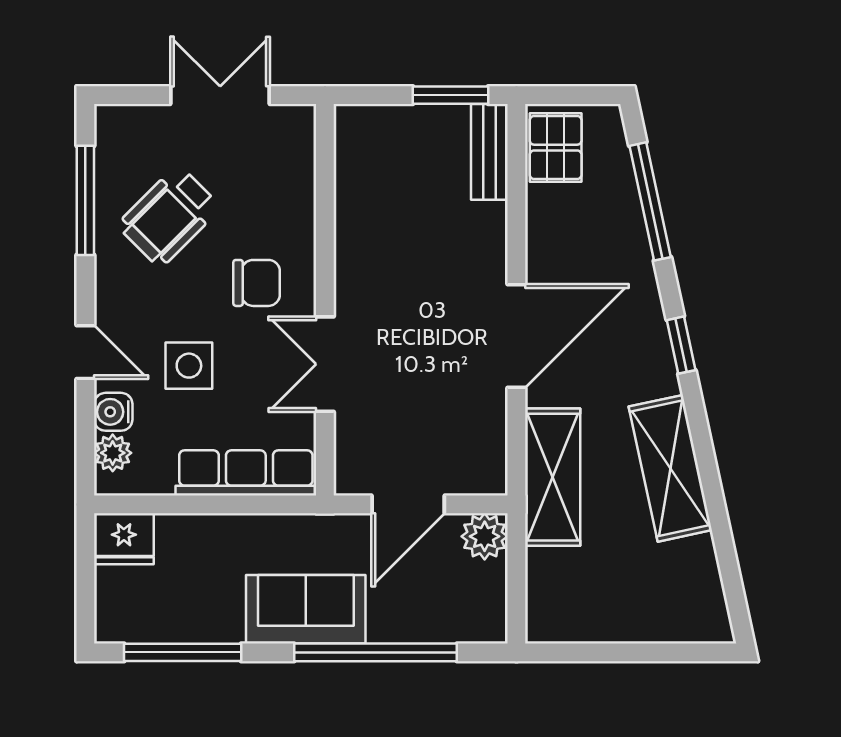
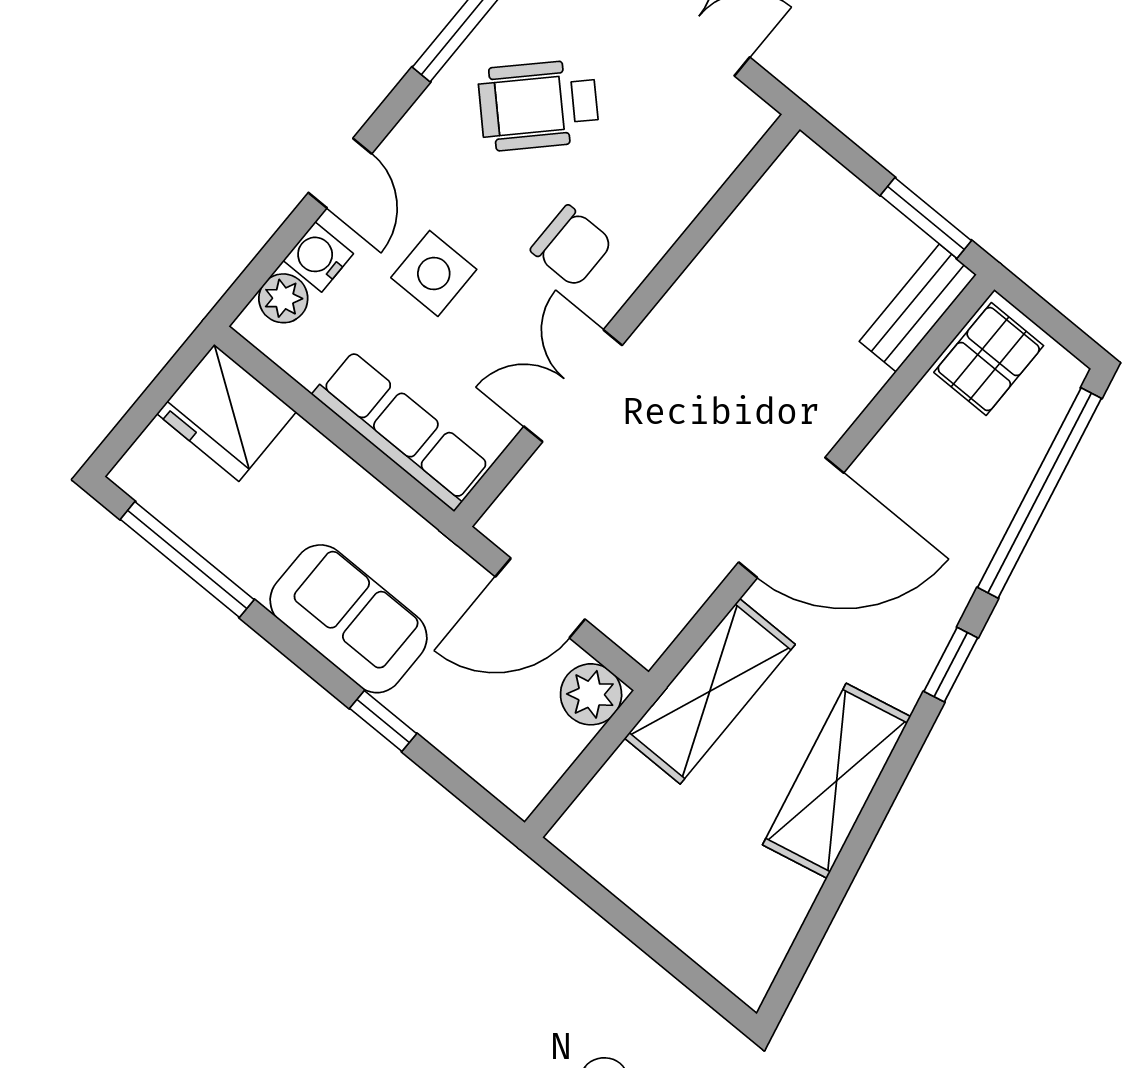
window: (650, 201) -> (1040, 493), width x1.46
fridge: (124, 539) -> (226, 413), width x1.36, depth x1.34
window: (375, 652) -> (383, 721), width x0.32

